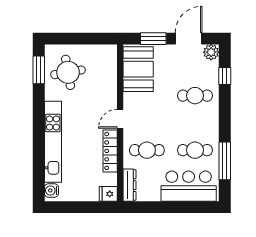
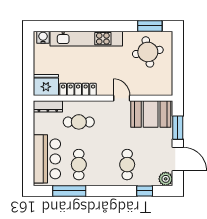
door: (120, 119) -> (122, 98), moved
cafe table: (147, 150) -> (79, 122), turned 90
fridge: (108, 194) -> (46, 85), width x1.88, depth x1.34

